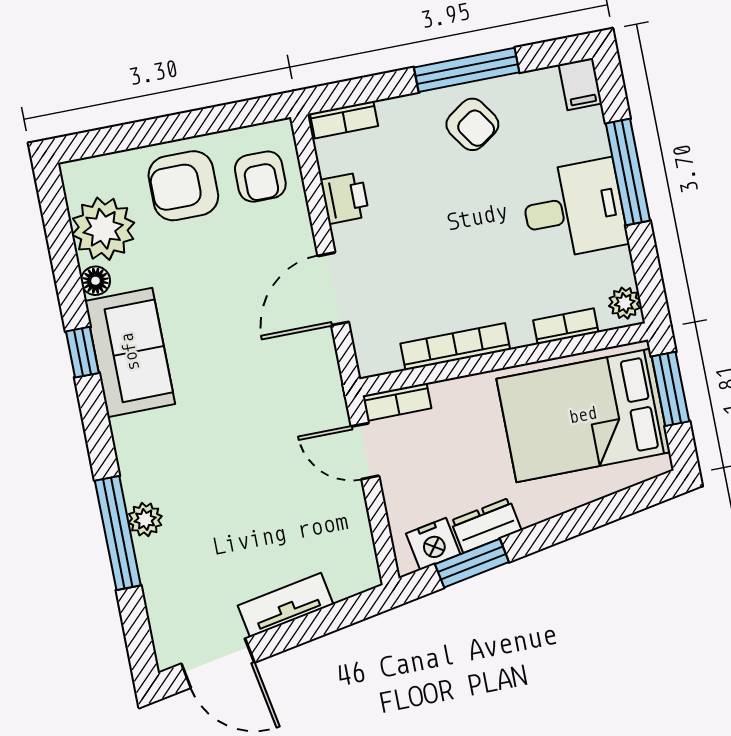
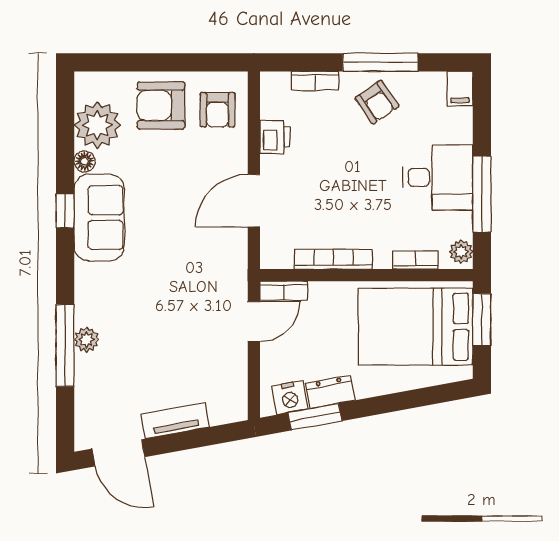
bookcase: (344, 120) -> (315, 81), moved
window: (628, 172) -> (482, 194), moved
door: (365, 451) -> (254, 322), swing flipped

